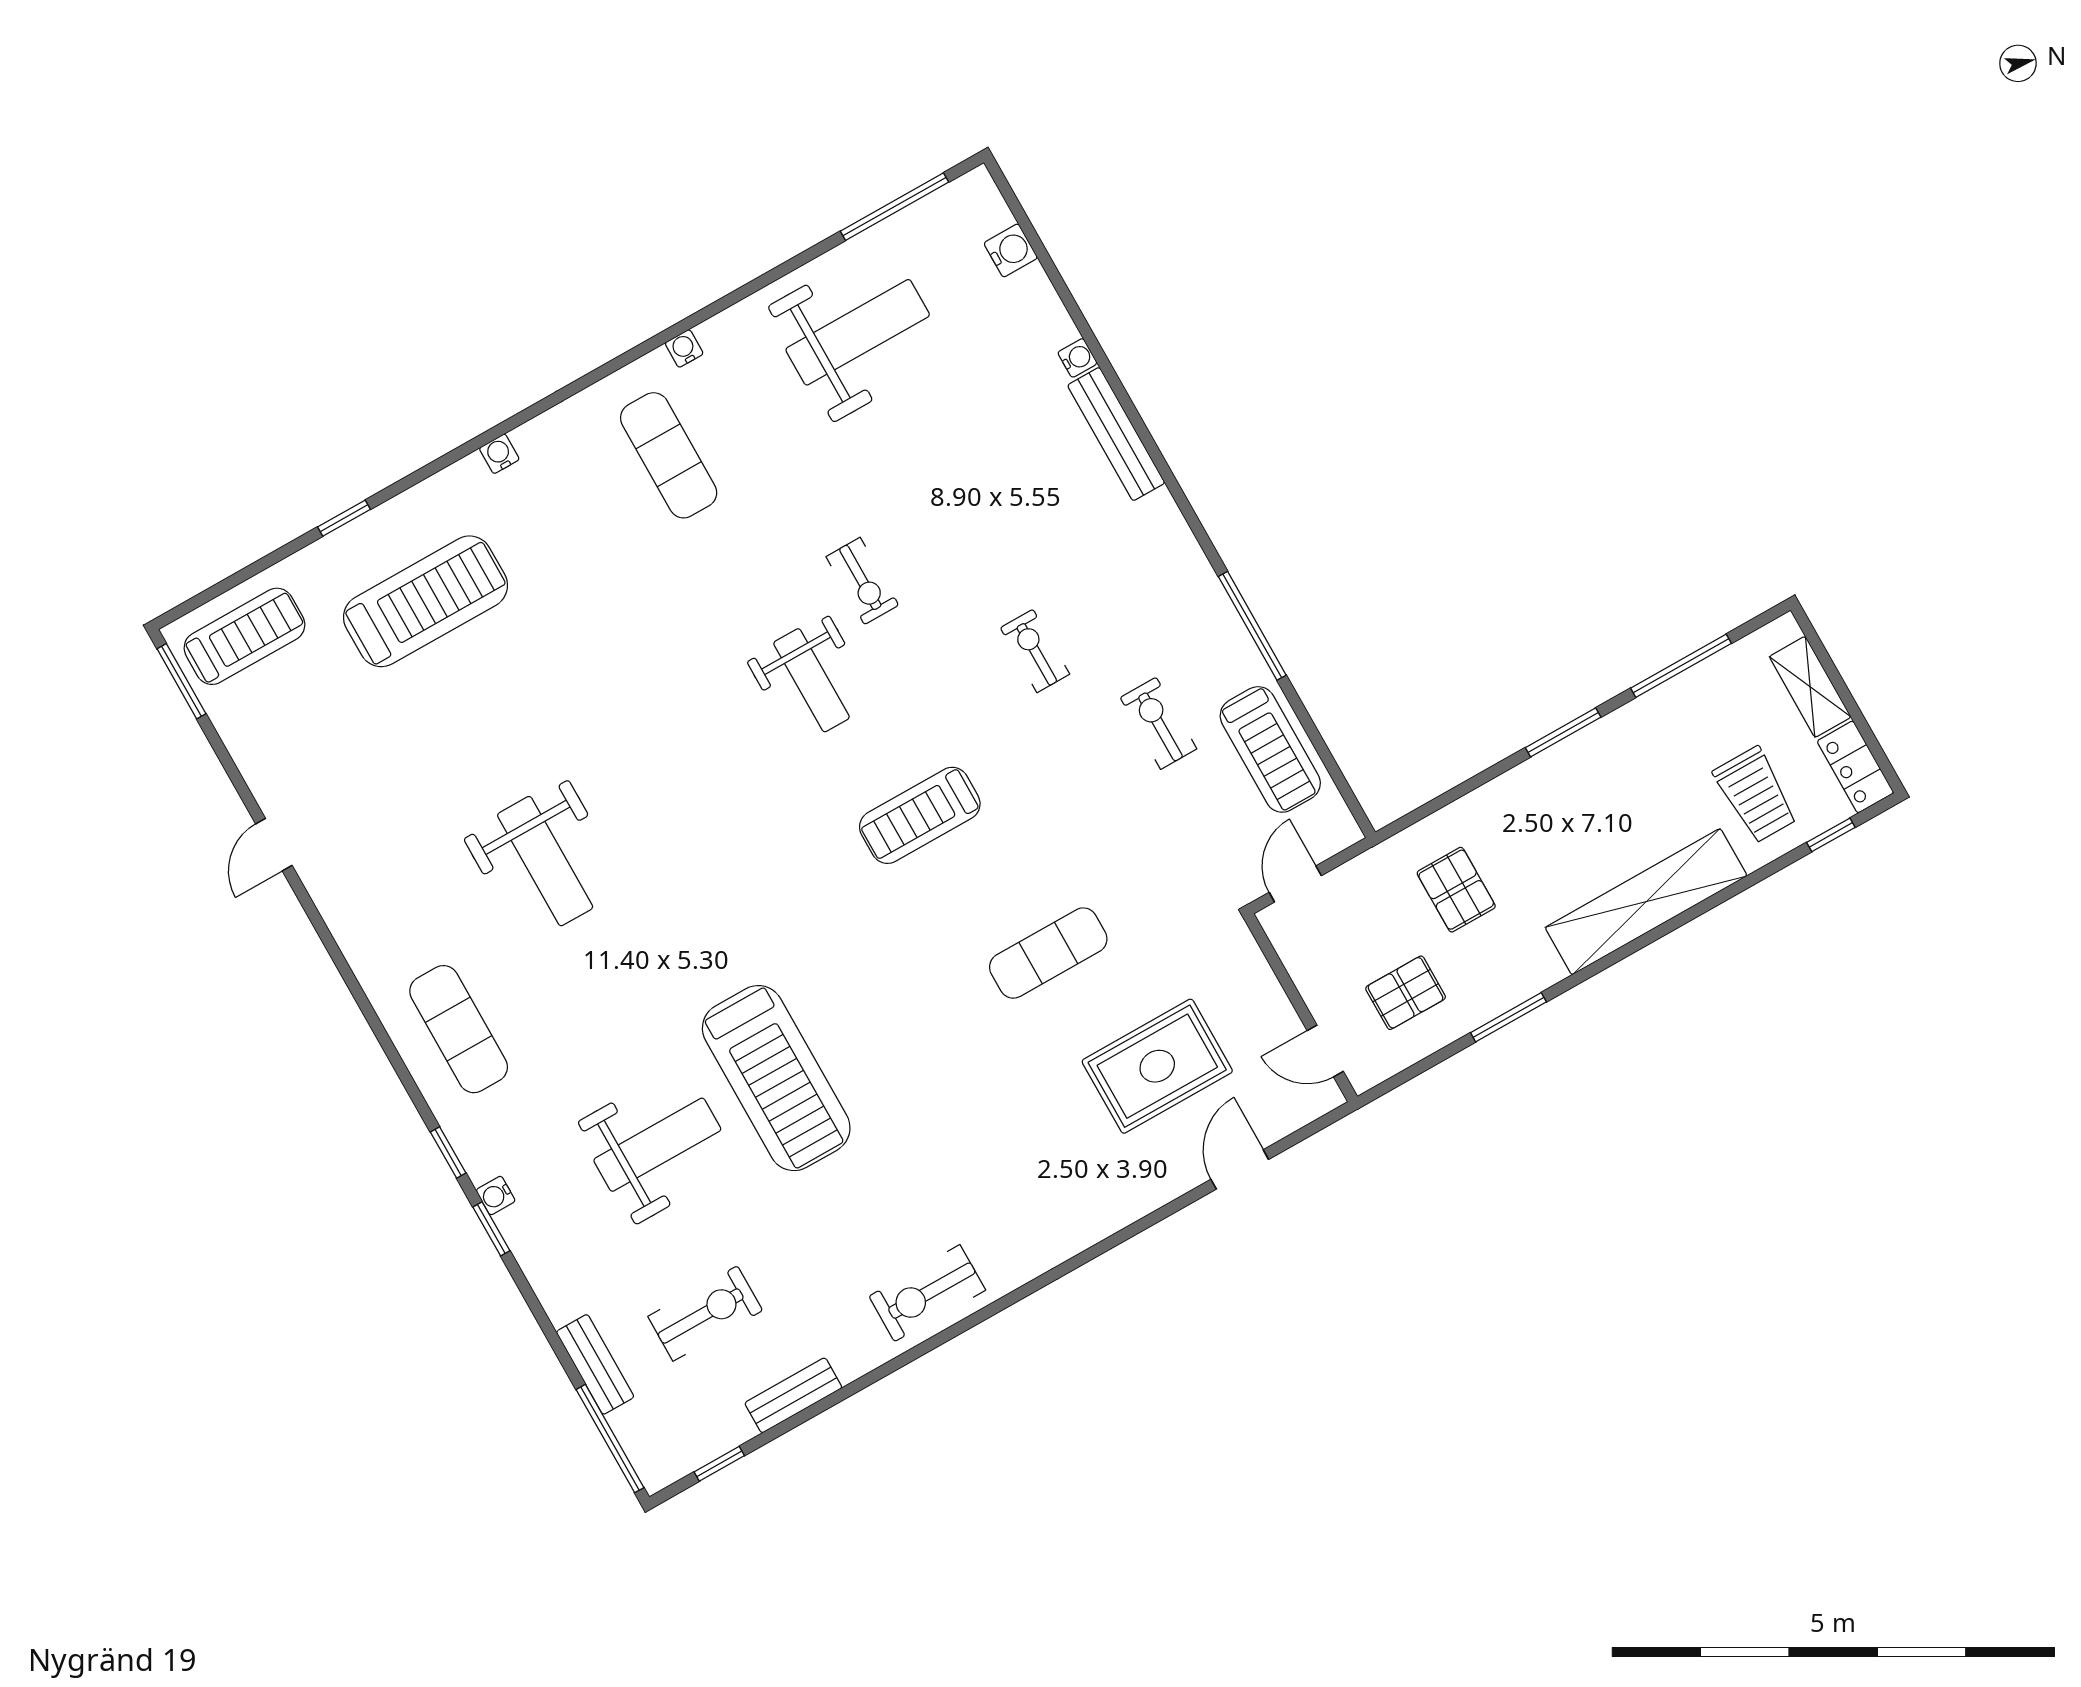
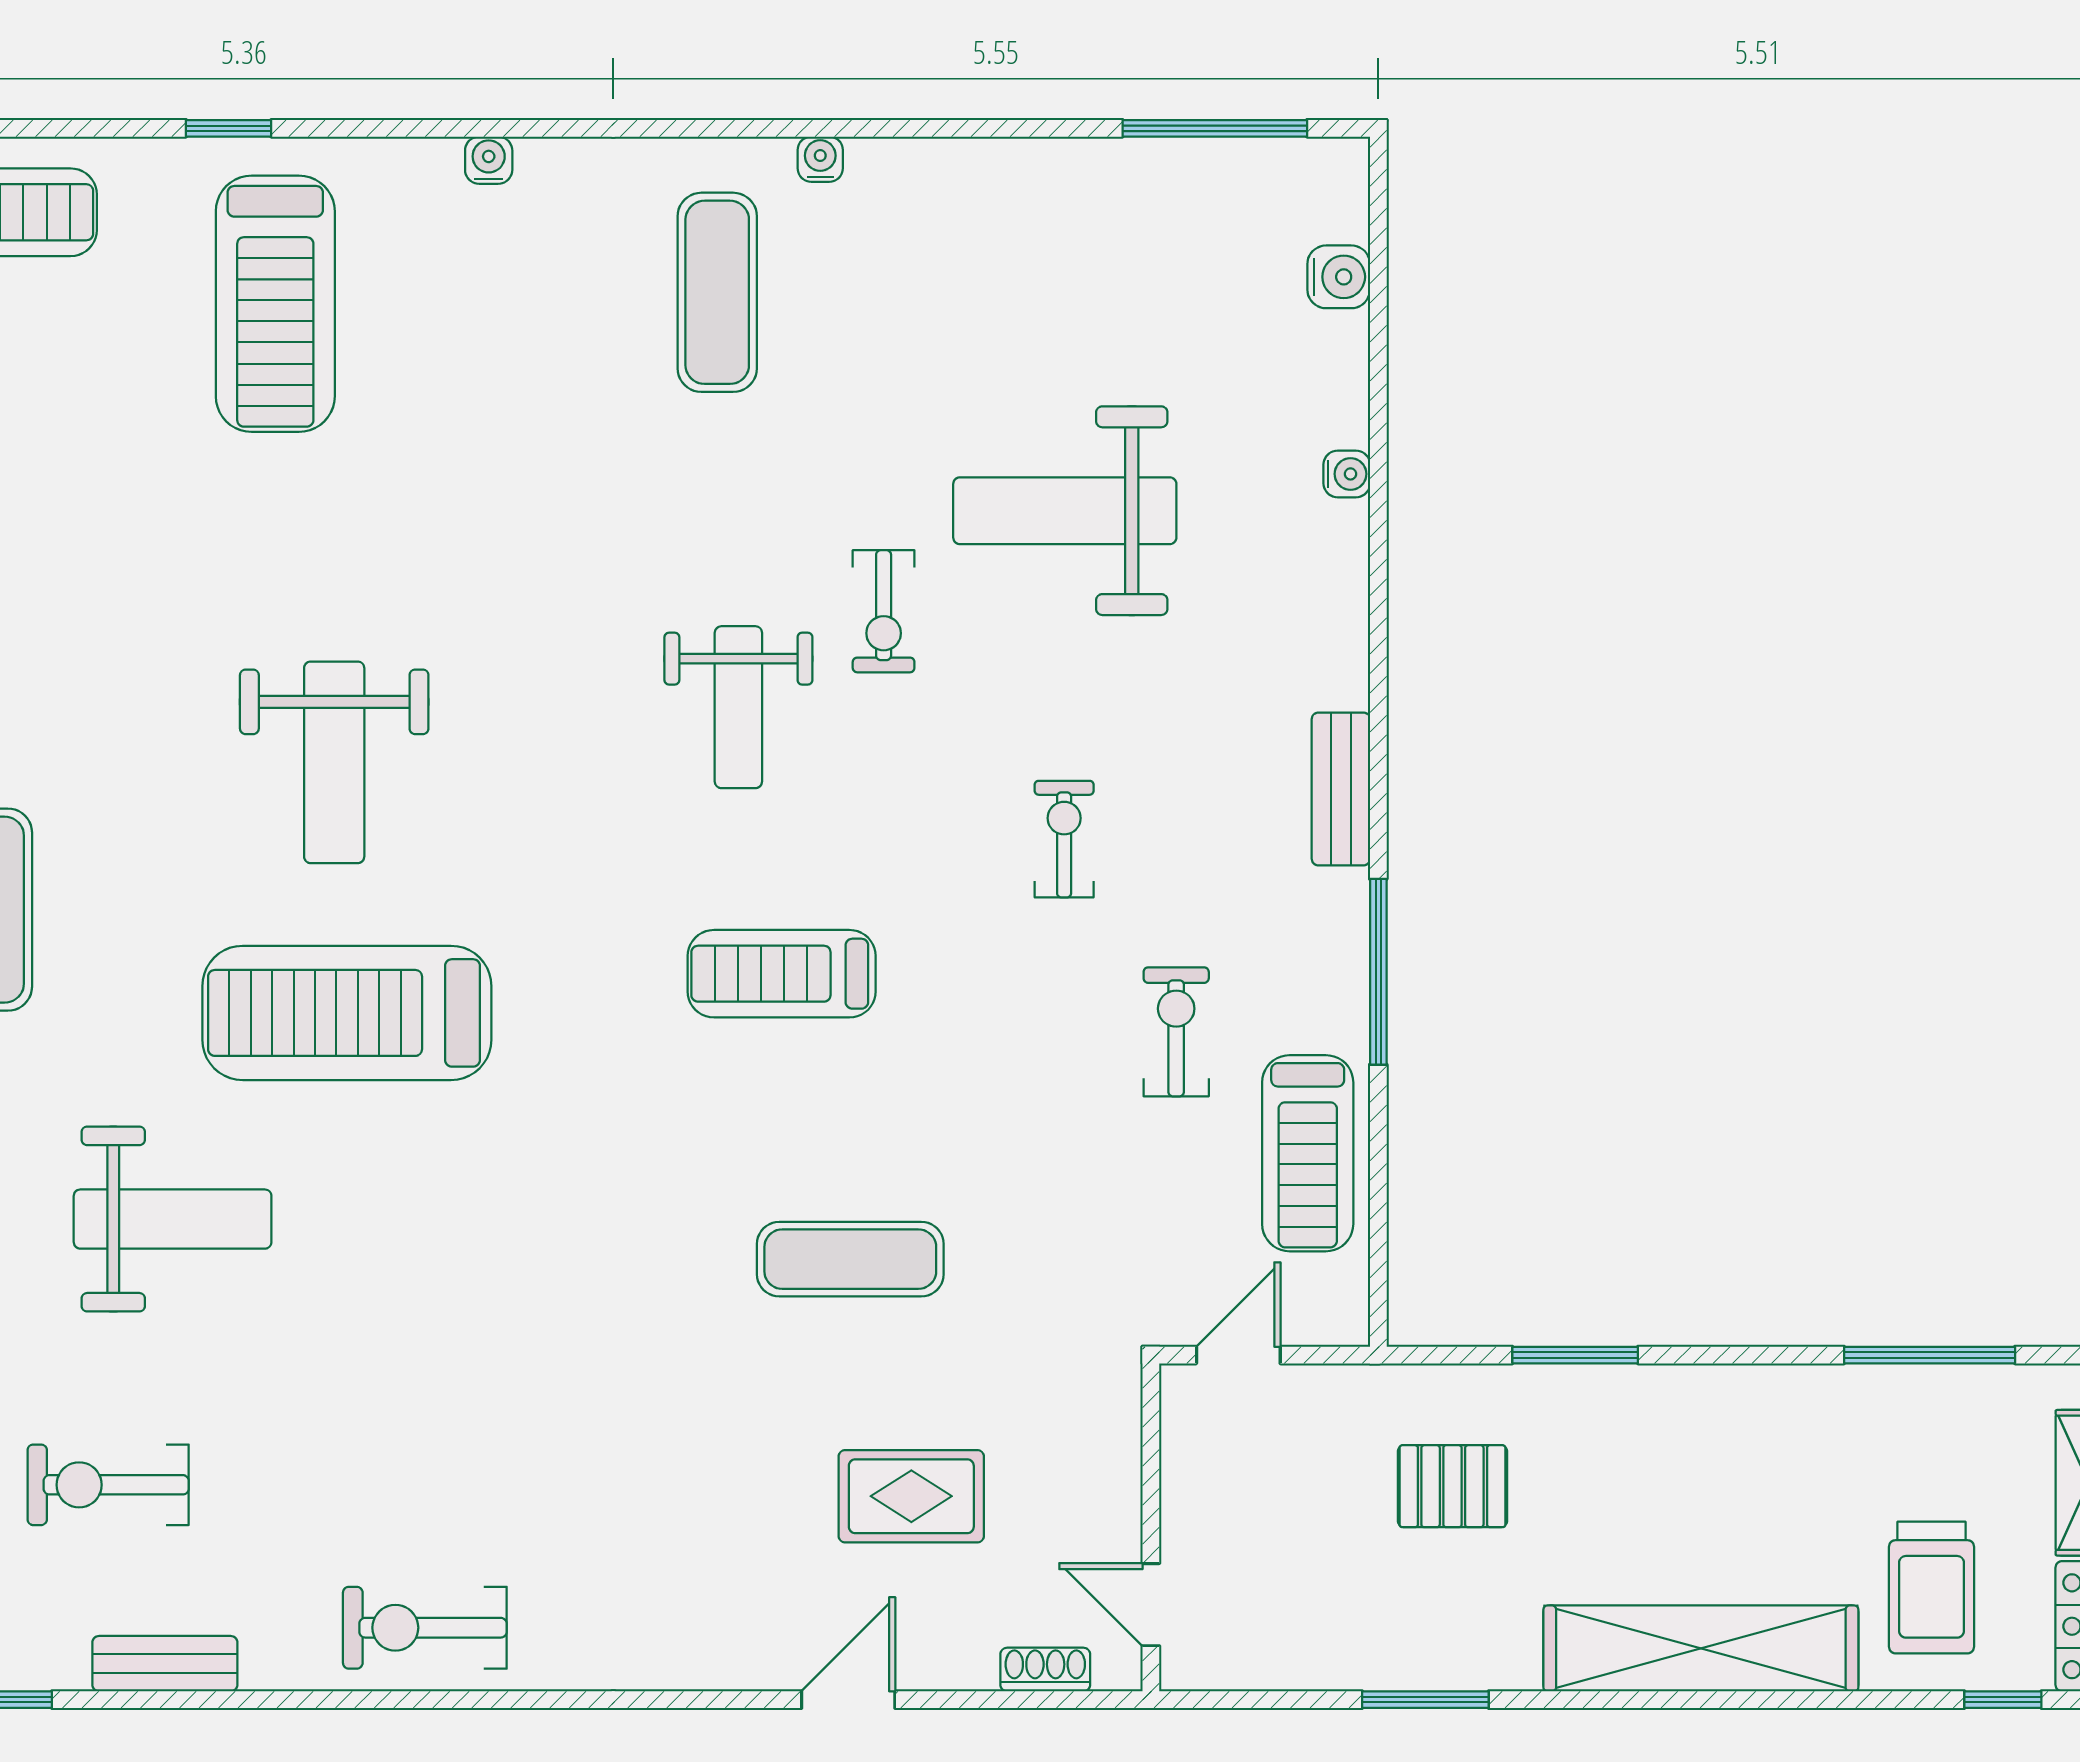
weight bench: (858, 332) -> (1065, 511), moved, turned 180
bench: (1116, 434) -> (1341, 789), moved, width x0.73
treadmill: (426, 601) -> (275, 304), turned 90
window: (1563, 732) -> (1575, 1355), moved
weight bench: (545, 861) -> (334, 762), moved
pallet: (1456, 890) -> (1452, 1486), turned 90
pallet: (1406, 993) -> (1305, 1587), removed
rug: (1157, 1066) -> (911, 1496), width x0.73, depth x0.70
treadmill: (776, 1078) -> (347, 1013), moved, turned 90
shoe rack: (1287, 1121) -> (1045, 1670), added
door: (1240, 1169) -> (848, 1700), moved
exercise bike: (705, 1313) -> (108, 1485), turned 180

